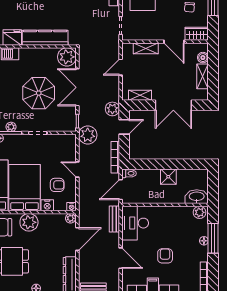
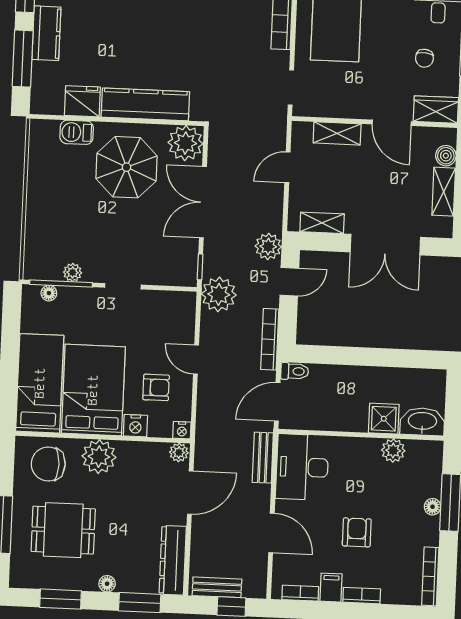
parasol: (39, 93) -> (126, 167), moved
shower: (168, 177) -> (384, 419), moved
plant: (199, 212) -> (393, 450), moved

